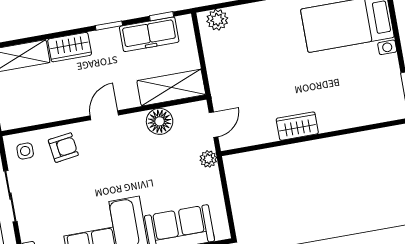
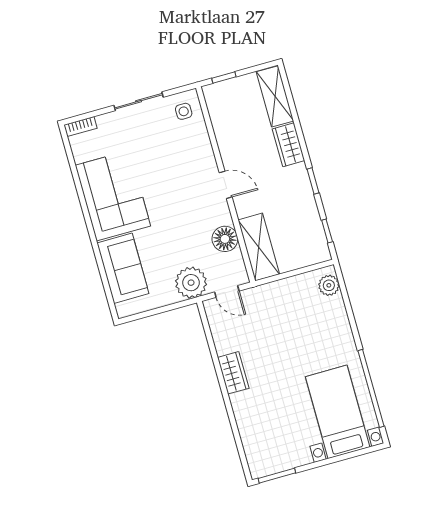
freezer: (149, 34) -> (308, 221), removed
armchair: (63, 148) -> (190, 148), removed
plant: (208, 159) -> (191, 283), width x1.88, depth x1.88

